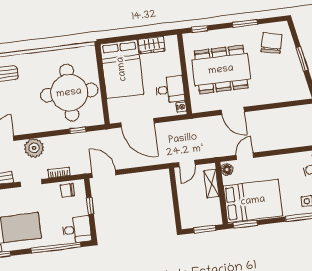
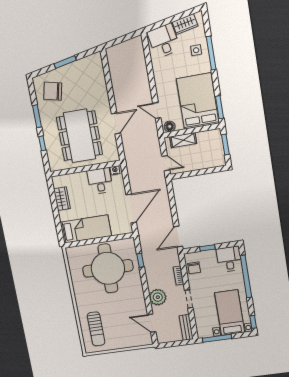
window: (200, 29) -> (42, 143), moved
bed: (122, 69) -> (86, 229), width x0.67

